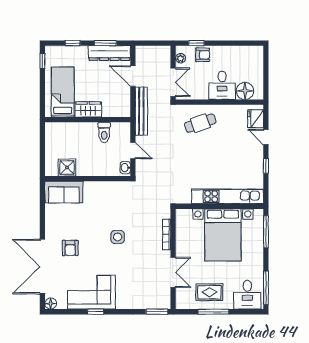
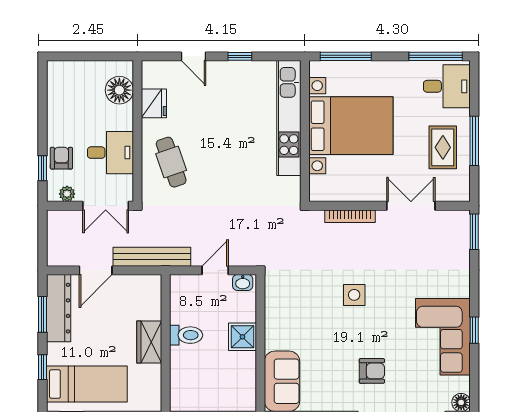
double door: (173, 82) -> (106, 206), swing flipped
desk: (222, 85) -> (110, 153), moved
bed: (63, 92) -> (87, 384), moved, turned 180
fridge: (256, 119) -> (154, 103), moved, turned -90
toilet: (104, 132) -> (186, 335), moved
door: (266, 137) -> (194, 56), hinge flipped
shower: (67, 167) -> (242, 337), moved

